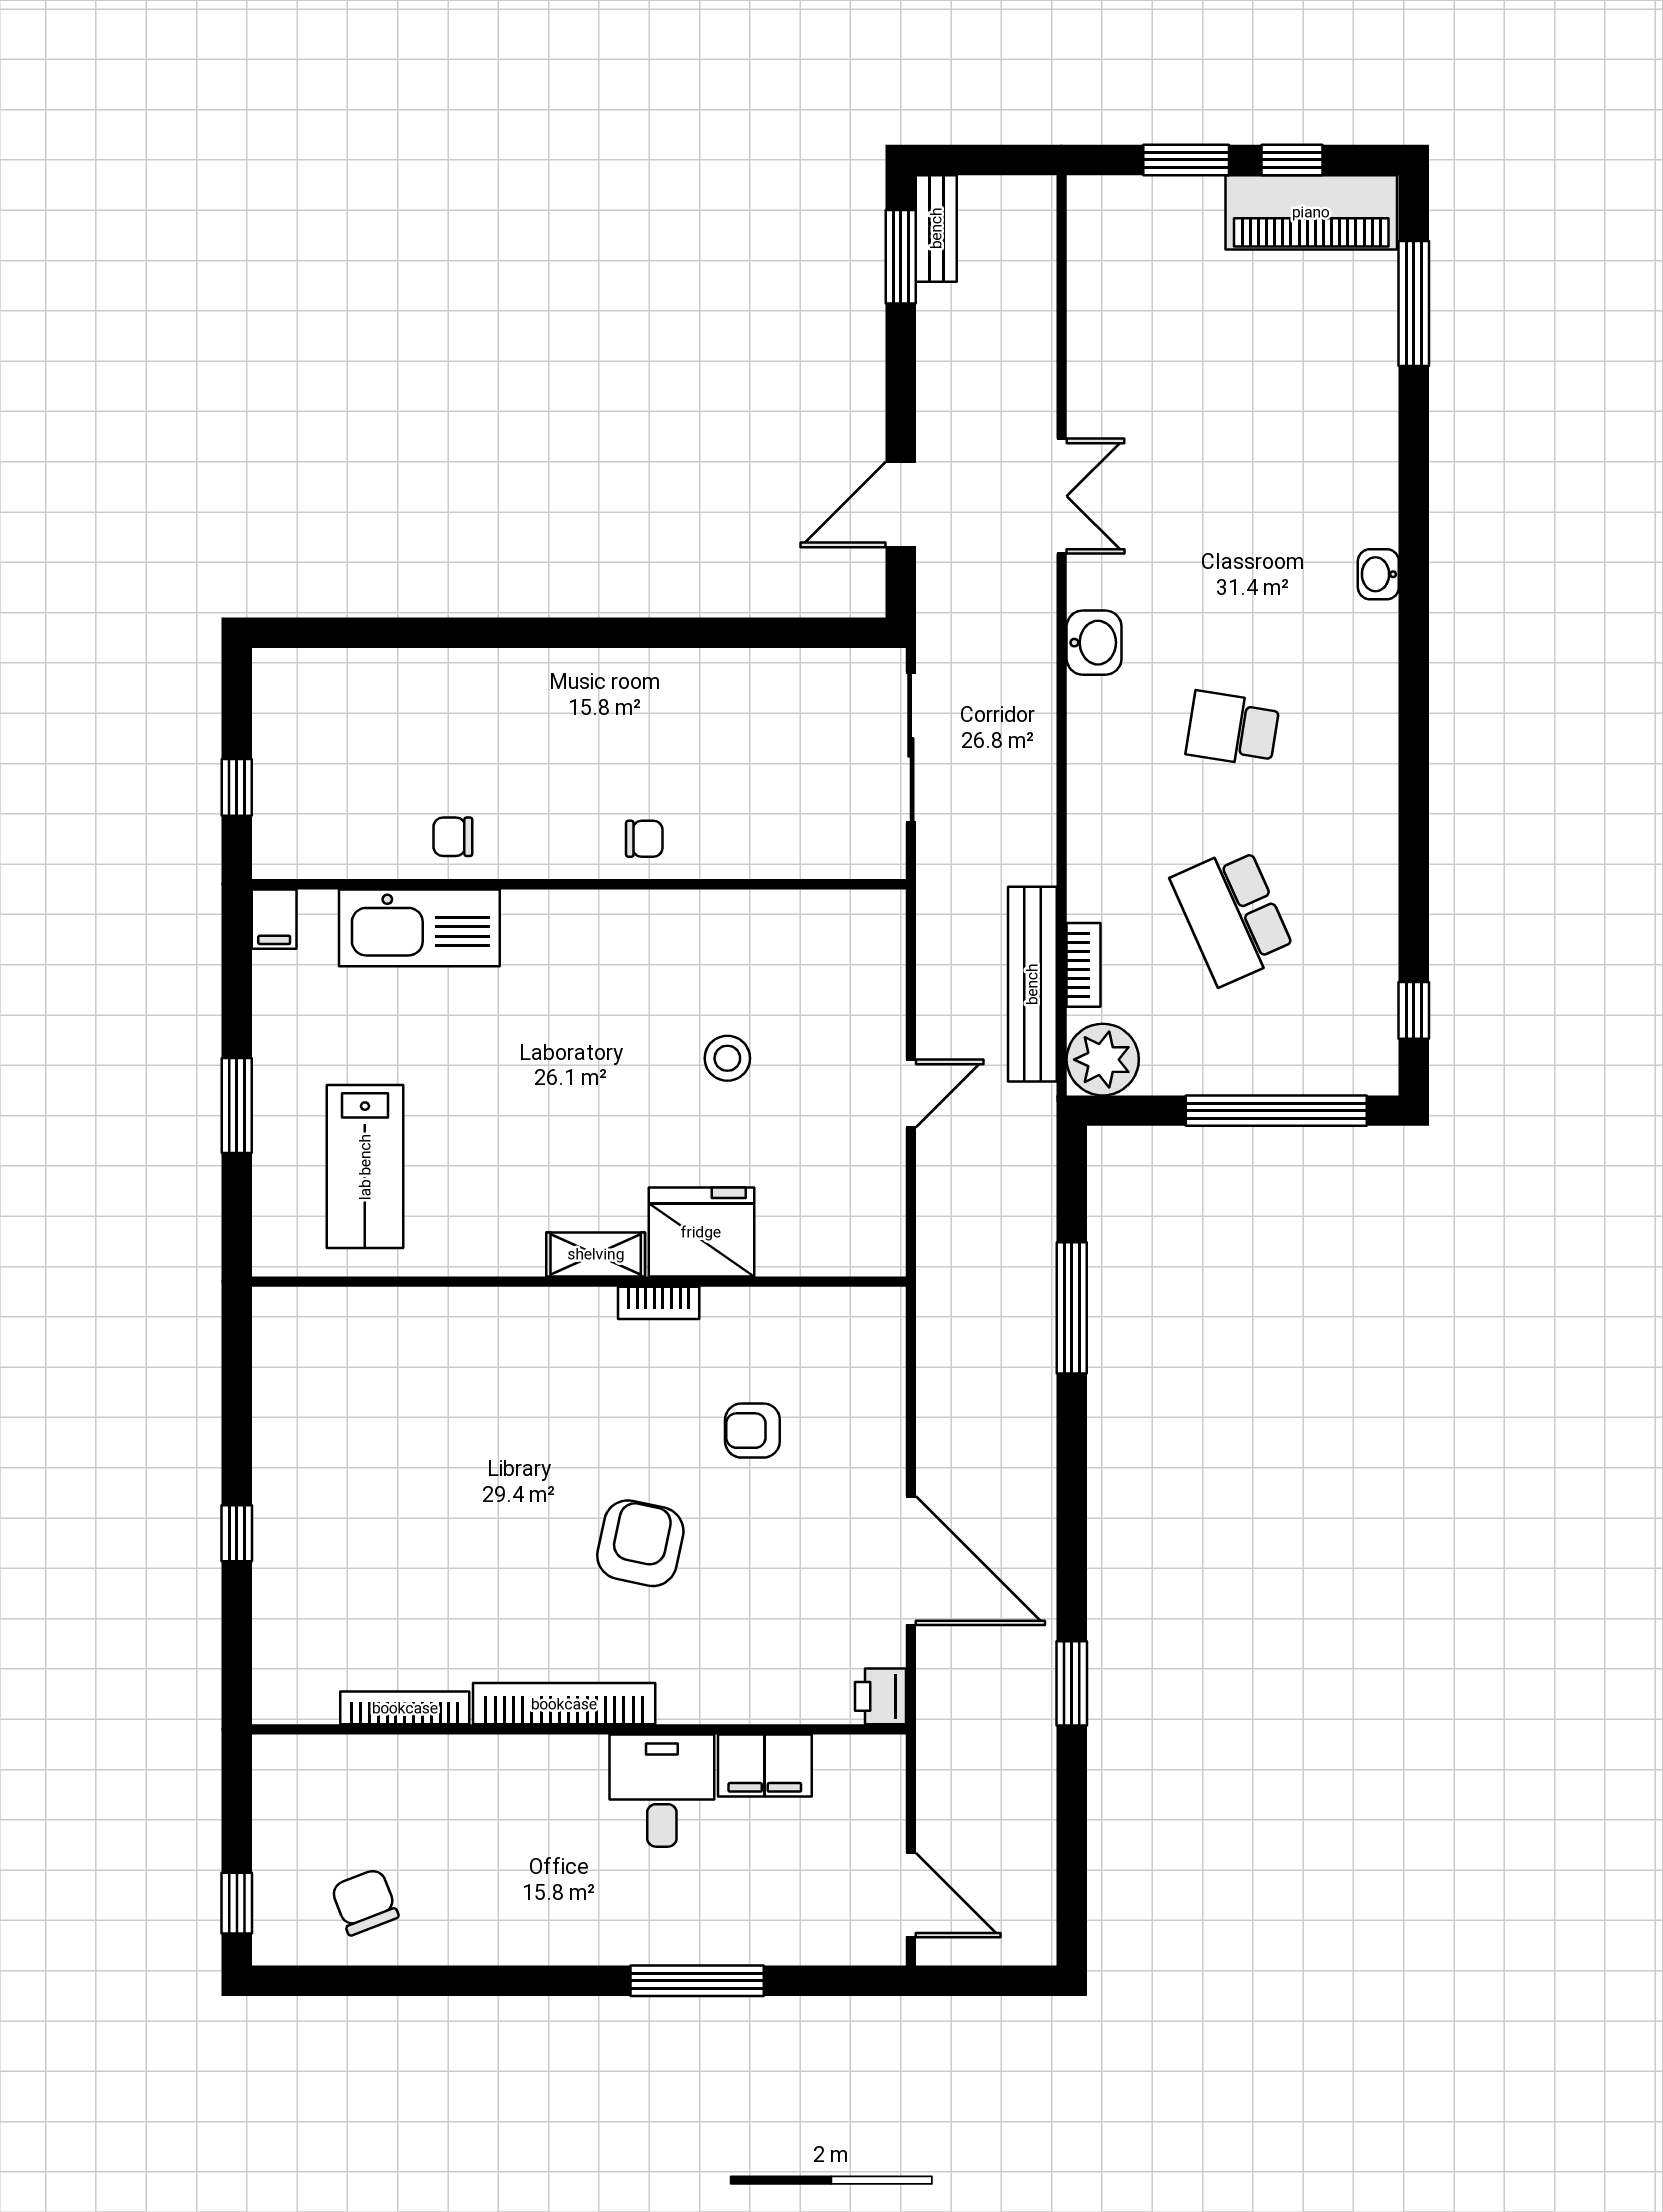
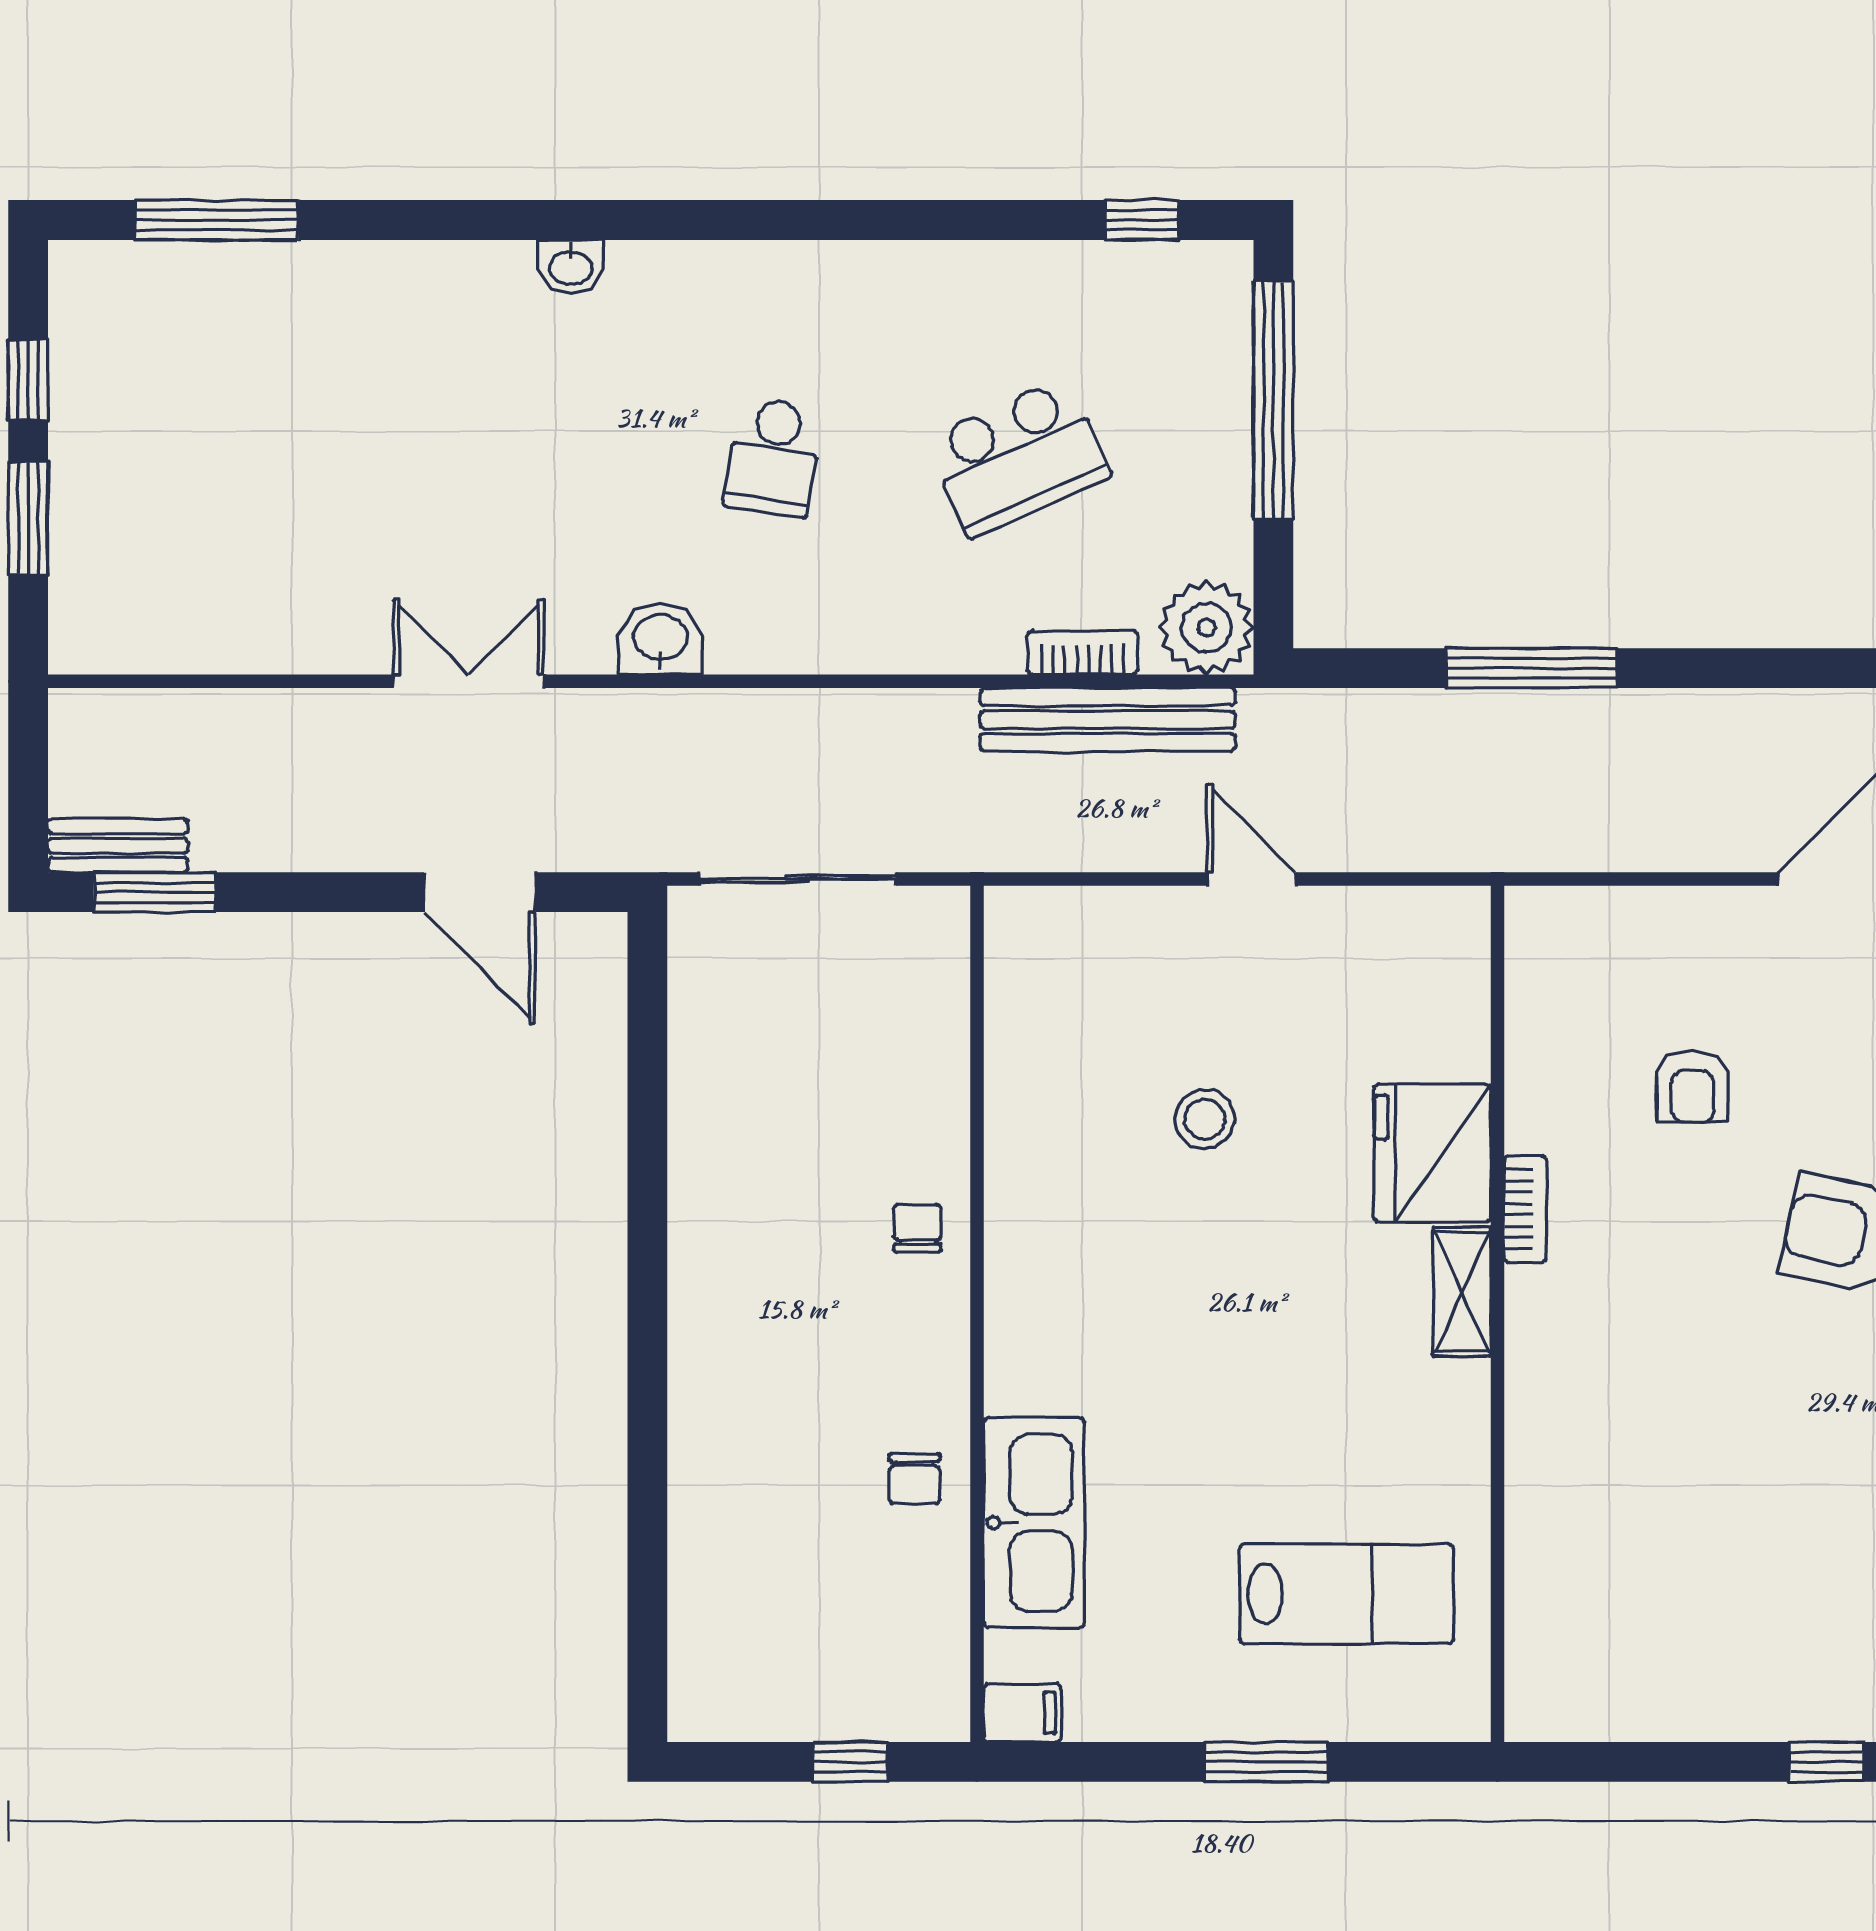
piano: (1311, 212) -> (97, 354), removed

